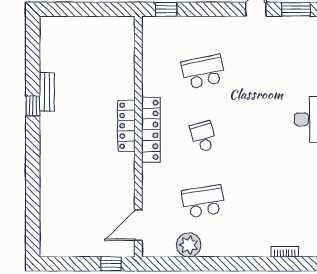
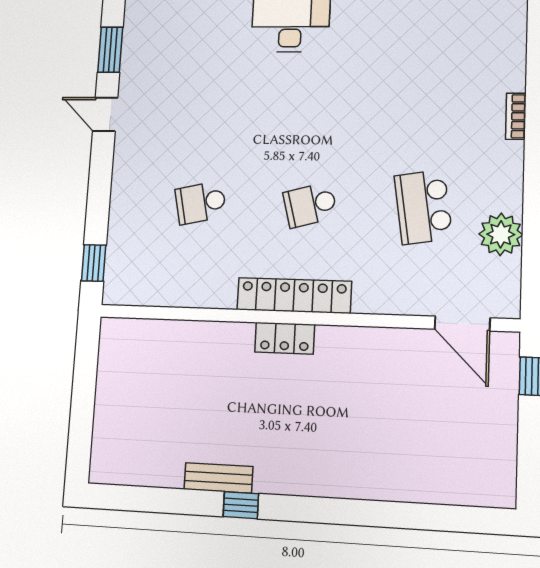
school desk: (203, 72) -> (201, 203), width x0.54
locker: (126, 126) -> (285, 338), width x0.66
bookcase: (285, 252) -> (516, 116), moved

